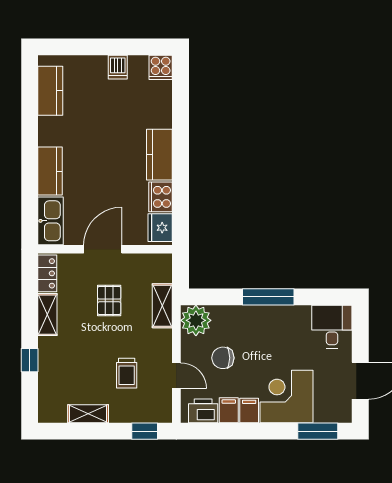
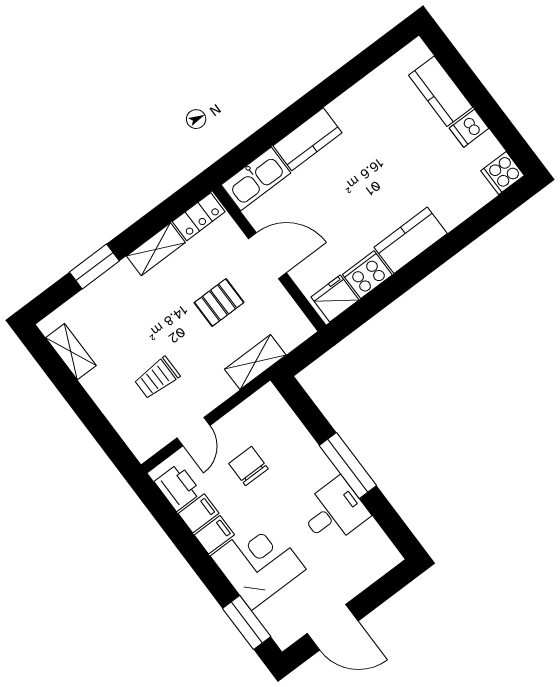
kitchen counter: (50, 91) -> (441, 91), moved, turned 90
plant: (196, 320) -> (266, 409), removed
desk: (332, 327) -> (334, 512), moved
window: (30, 360) -> (94, 266), width x1.50
shelving: (88, 414) -> (71, 352), moved
window: (145, 431) -> (111, 442), removed

